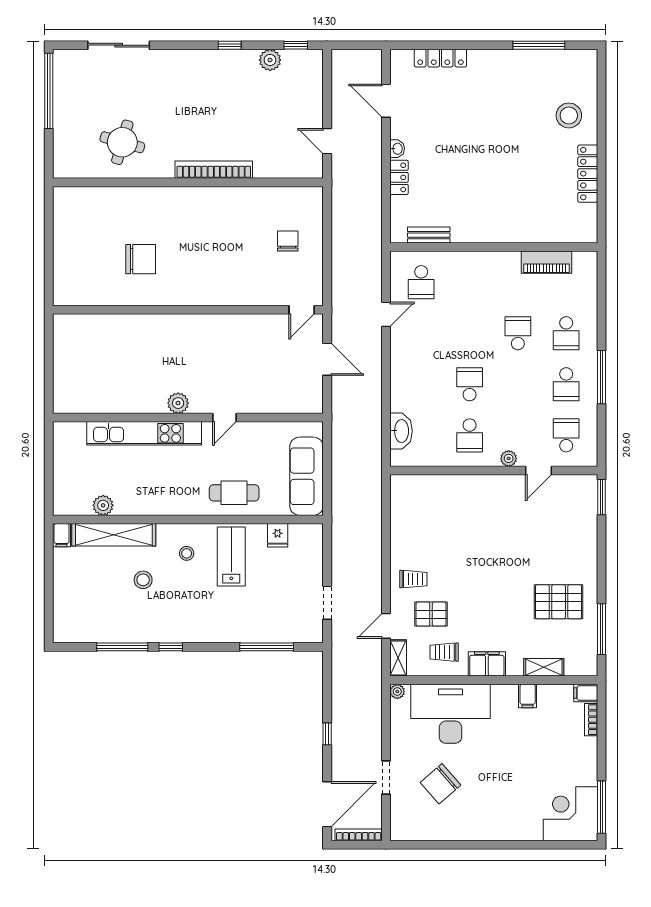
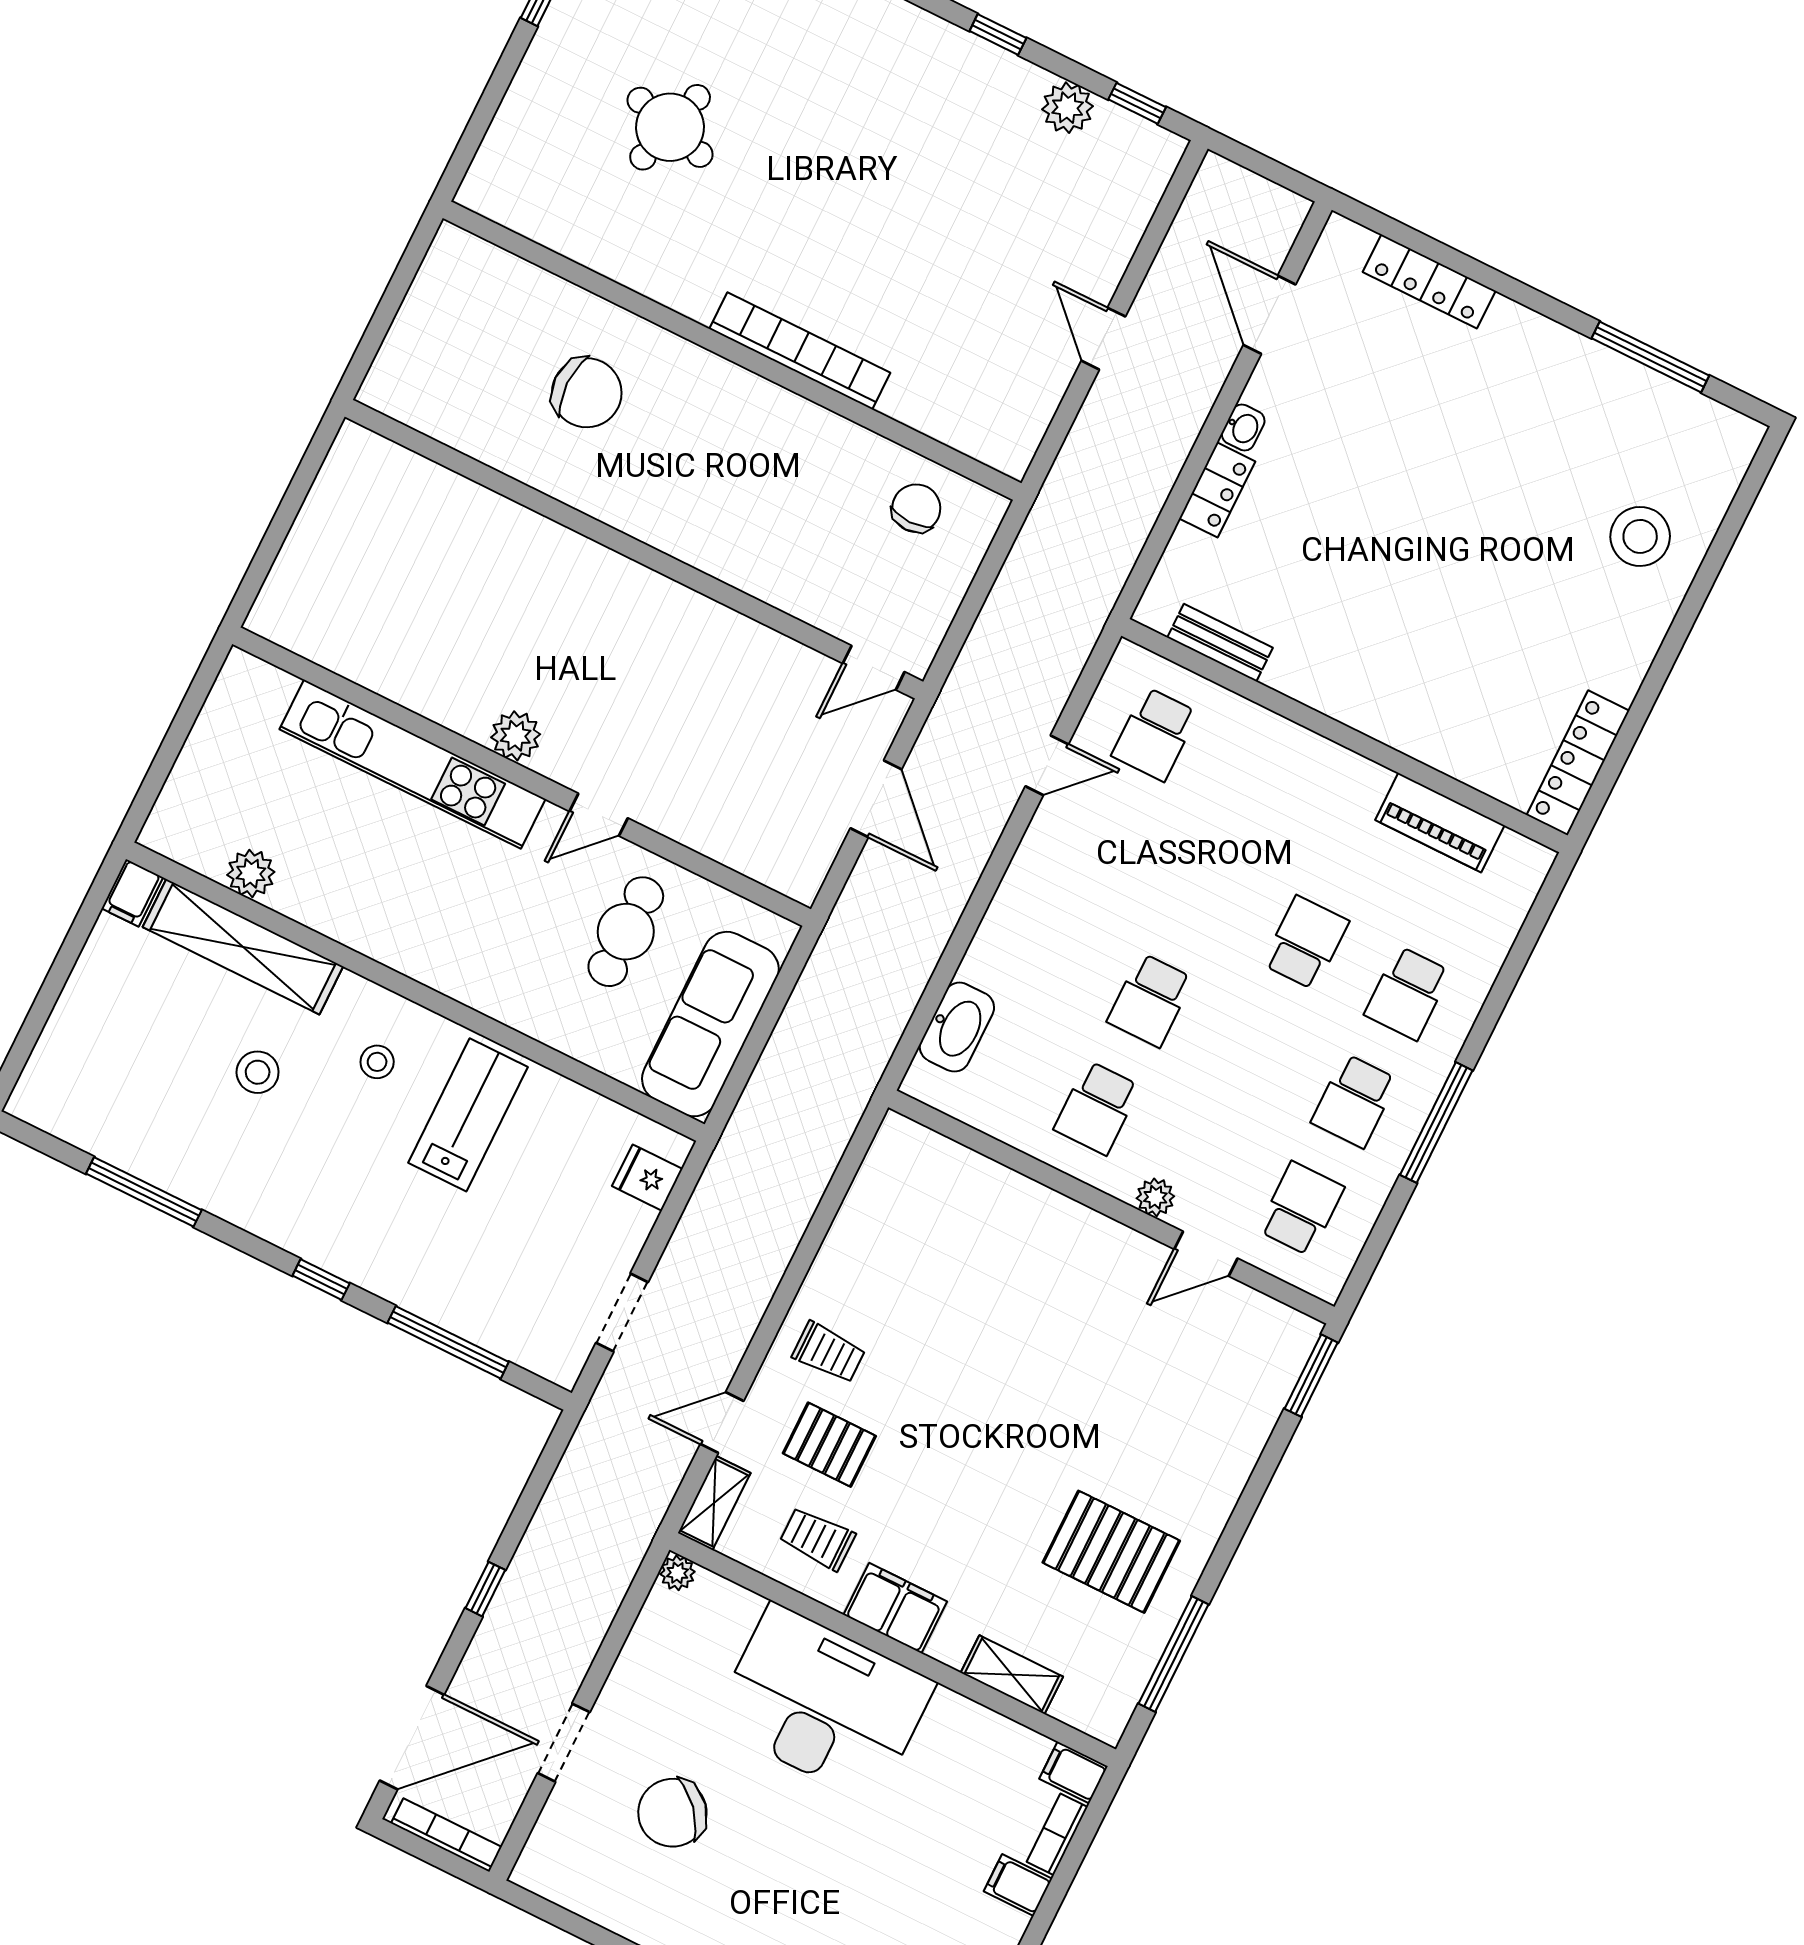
bookcase: (214, 170) -> (800, 351), moved
locker: (588, 174) -> (1578, 763), moved
wall: (188, 182) -> (732, 351), moved
school desk: (470, 384) -> (1150, 1000), turned 180
cafe table: (234, 493) -> (626, 932), moved, turned 90
fridge: (278, 535) -> (647, 1178), moved, turned 90
window: (171, 647) -> (321, 1280), moved
filing cabinet: (528, 696) -> (1018, 1885), moved, turned 90
desk: (450, 714) -> (823, 1704), moved

